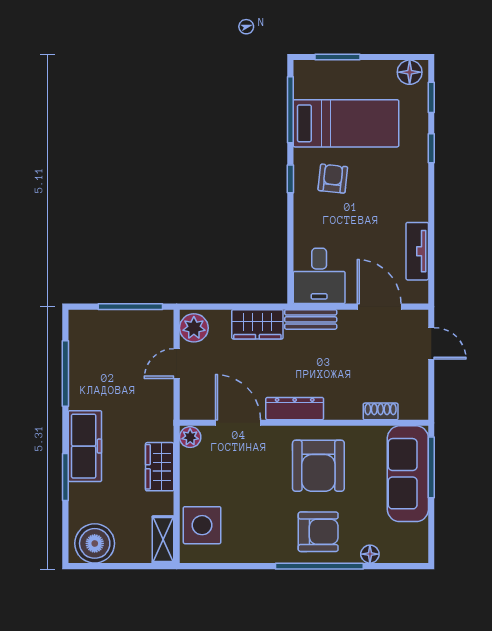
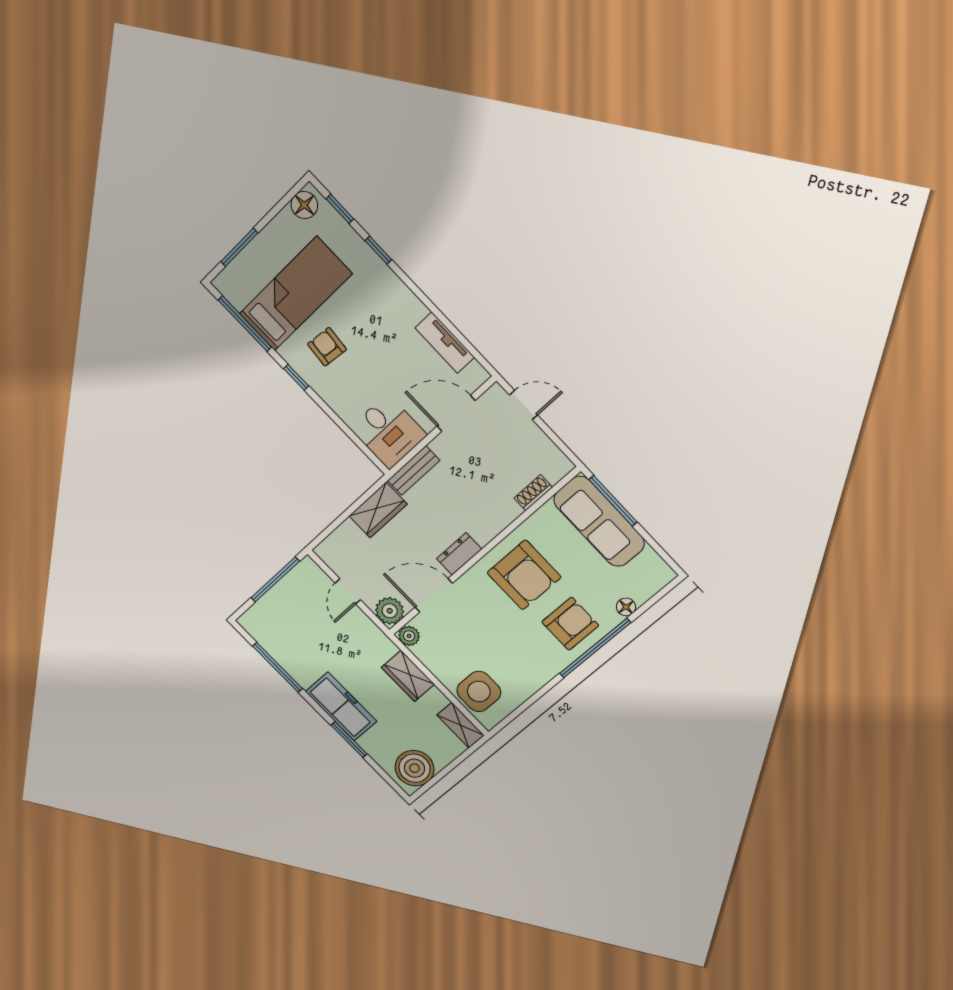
plant: (194, 328) -> (390, 611), moved
dresser: (295, 409) -> (459, 554), width x0.70

